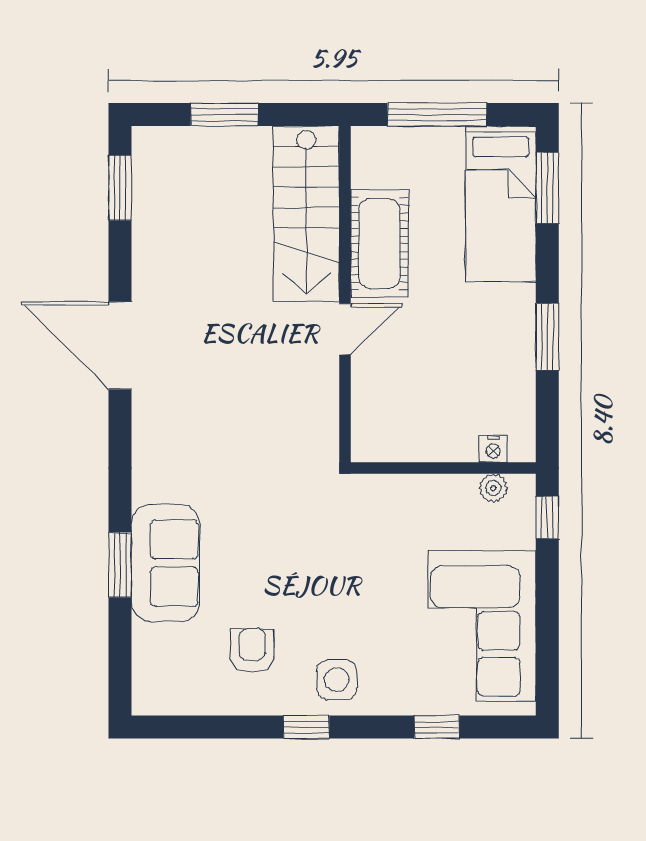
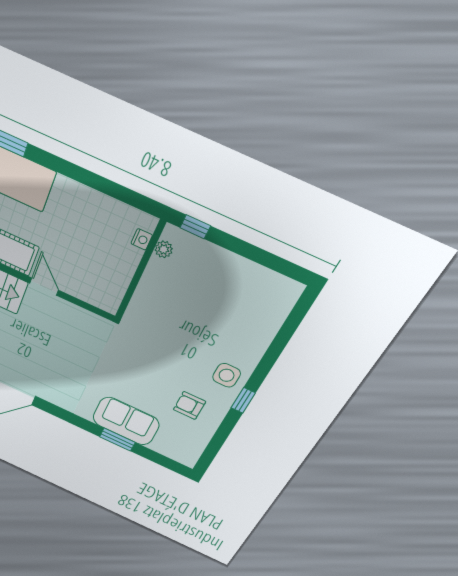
window: (547, 337) -> (91, 179), removed
corner sofa: (482, 626) -> (238, 291), removed
window: (437, 727) -> (281, 340), removed

